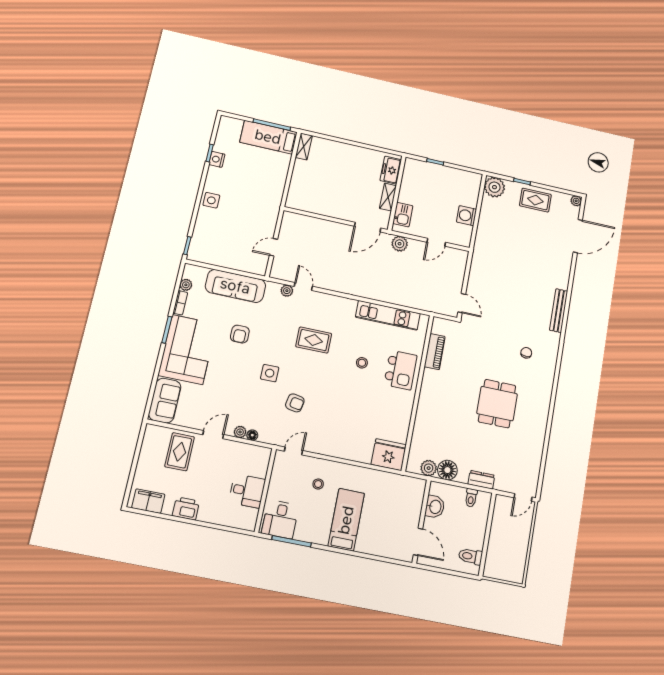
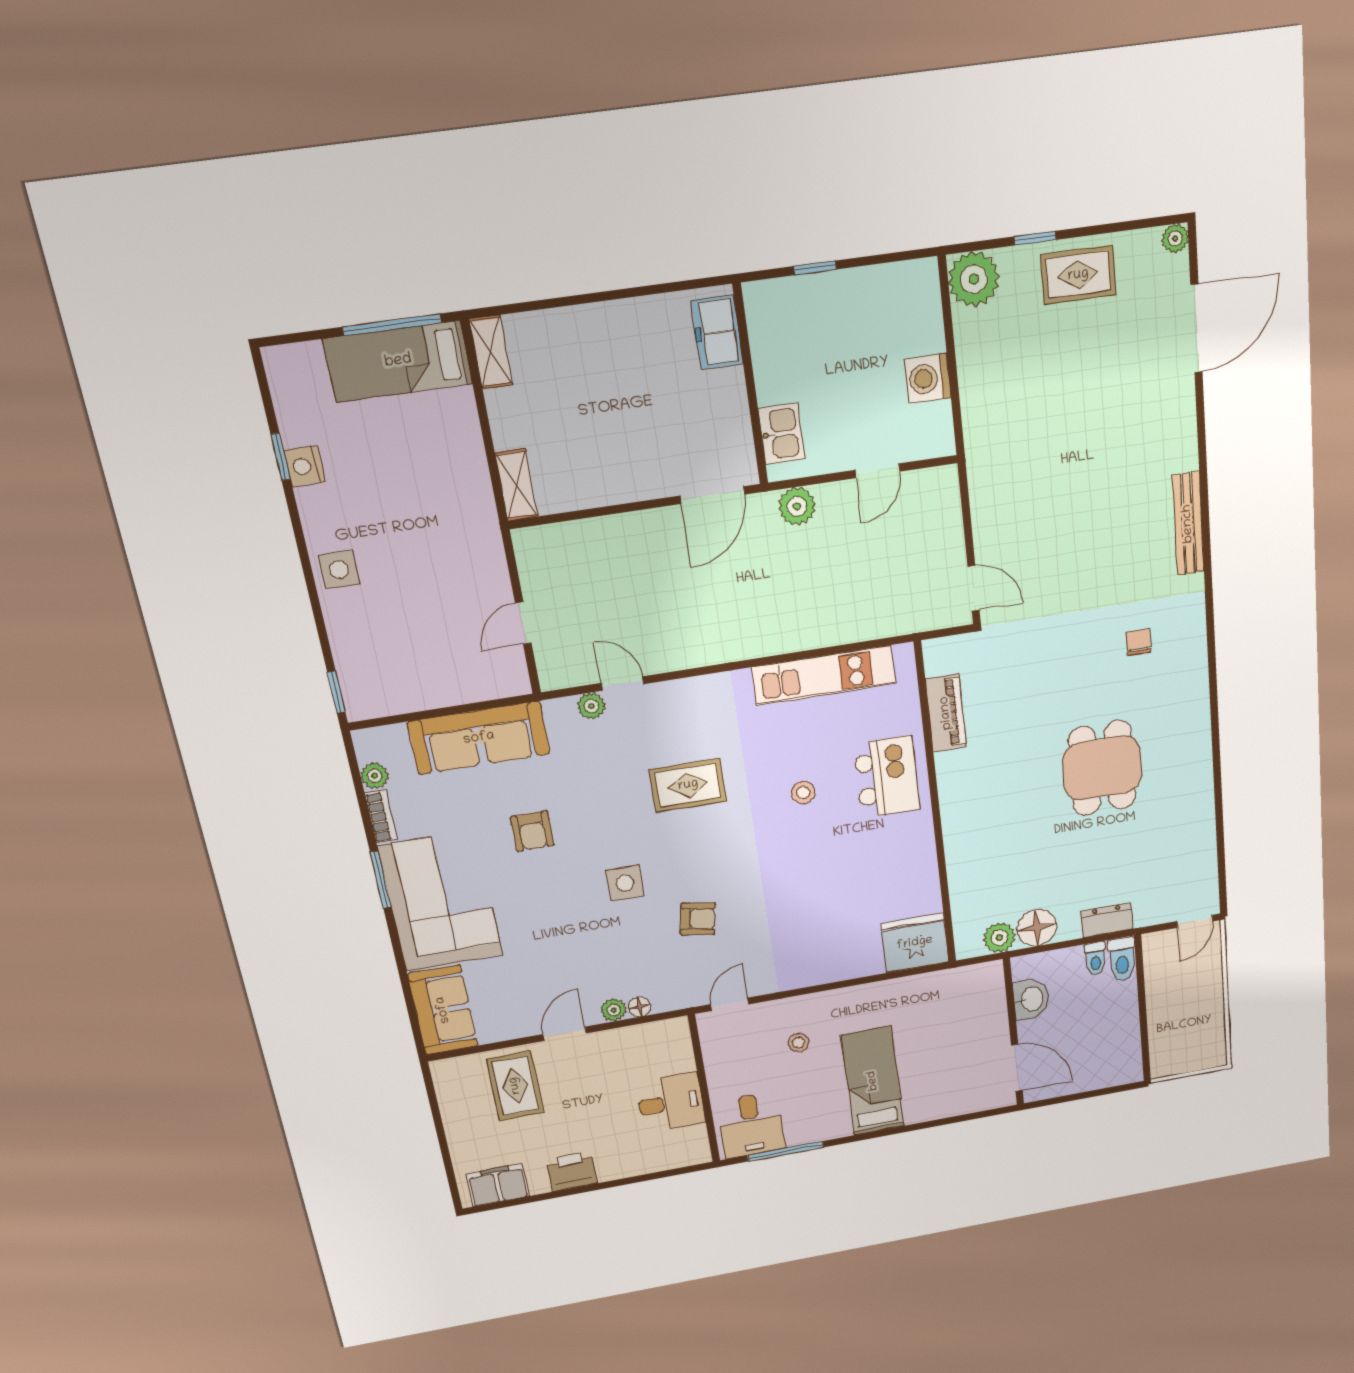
shelving: (388, 197) -> (516, 485), moved
toilet: (470, 556) -> (1122, 959), moved, turned -90

